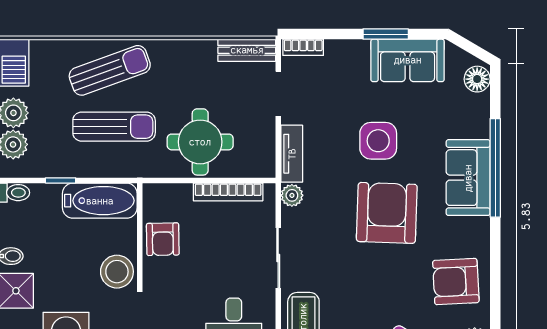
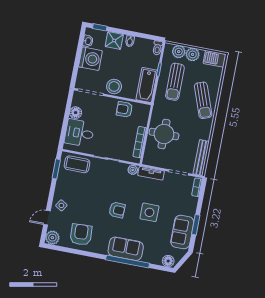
bench: (247, 50) -> (201, 158), width x1.36
sun lounger: (114, 127) -> (175, 82), moved
armchair: (387, 213) -> (117, 210), width x0.53, depth x0.53

